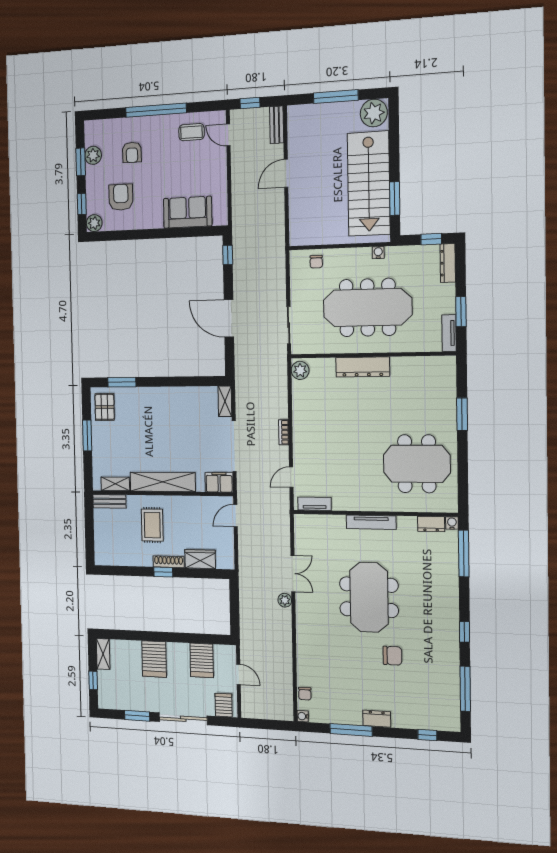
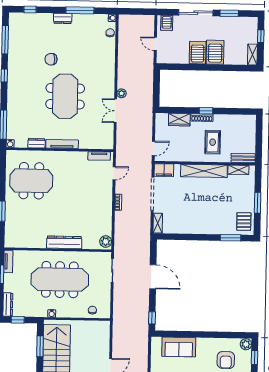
dresser: (431, 524) -> (36, 143), moved
server rack: (202, 660) -> (198, 53), moved

